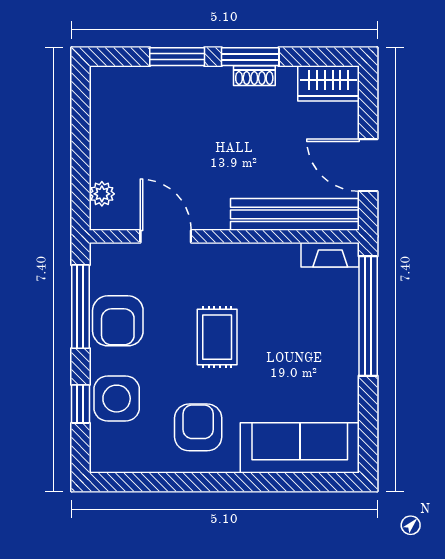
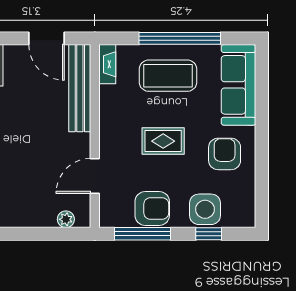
door: (368, 165) -> (46, 38), hinge flipped
window: (368, 316) -> (180, 38), moved
coffee table: (313, 344) -> (168, 76), added
armchair: (198, 427) -> (225, 154), turned 90

